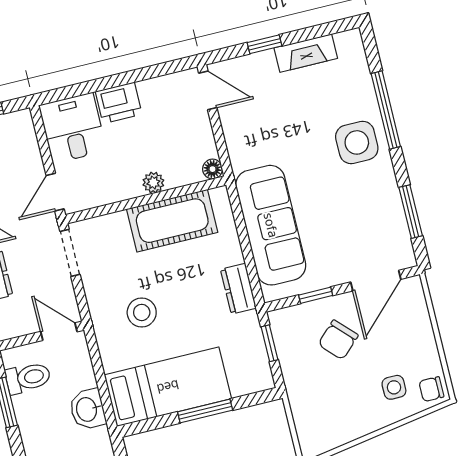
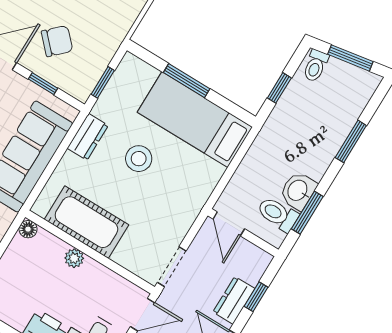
stool: (142, 312) -> (139, 159), moved
washbasin: (87, 409) -> (298, 191), moved, turned 180

